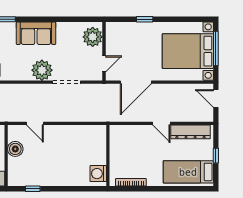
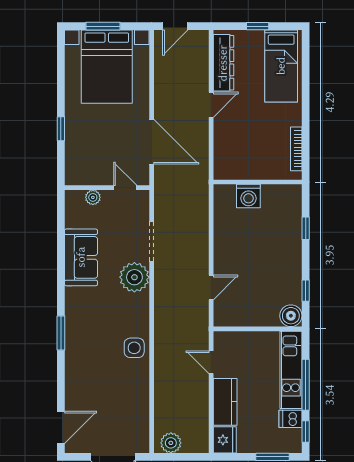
sofa: (36, 33) -> (81, 257), moved
plant: (93, 37) -> (93, 197), width x0.53, depth x0.53
window: (216, 49) -> (103, 26), width x0.69
boiler: (15, 149) -> (291, 316), moved
washing machine: (98, 174) -> (248, 196), moved
window: (76, 189) -> (306, 228), added

